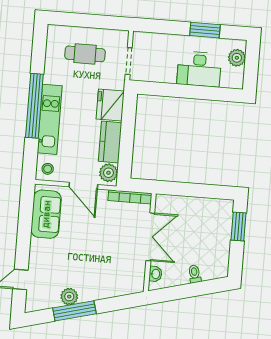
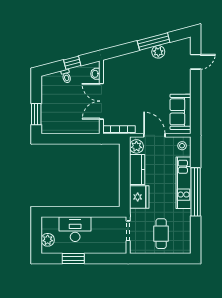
cafe table: (85, 54) -> (161, 234), turned 90
window: (185, 291) -> (72, 63), added

